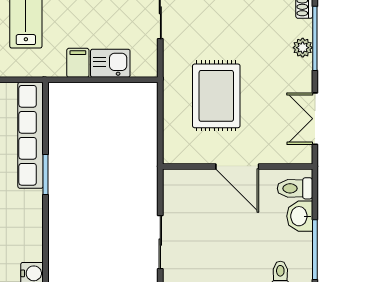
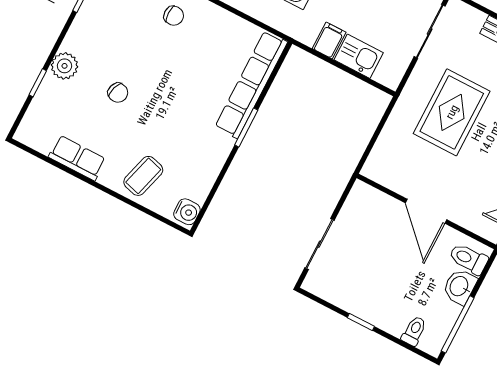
rug: (216, 96) -> (452, 112), moved

